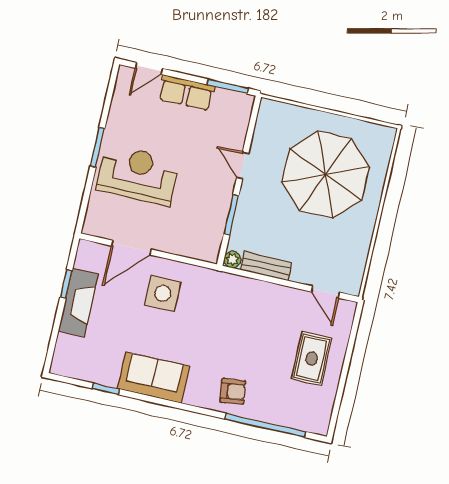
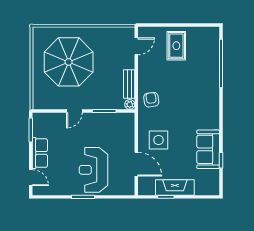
rug: (312, 359) -> (176, 46), turned 90
sofa: (153, 378) -> (208, 149), moved
armchair: (233, 391) -> (151, 100), moved

